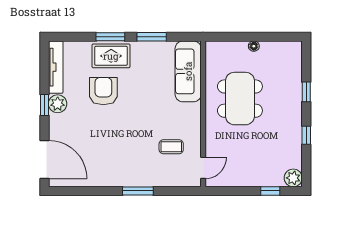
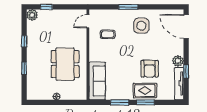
window: (44, 105) -> (186, 72), moved
side table: (117, 161) -> (141, 26), added

